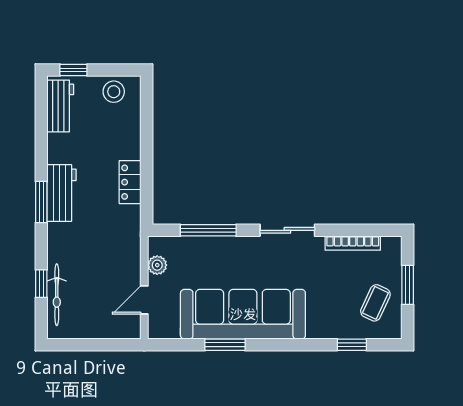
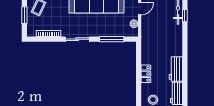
locker: (130, 182) -> (146, 74), moved
workbench: (62, 193) -> (176, 69), moved
window: (41, 202) -> (185, 51), removed

